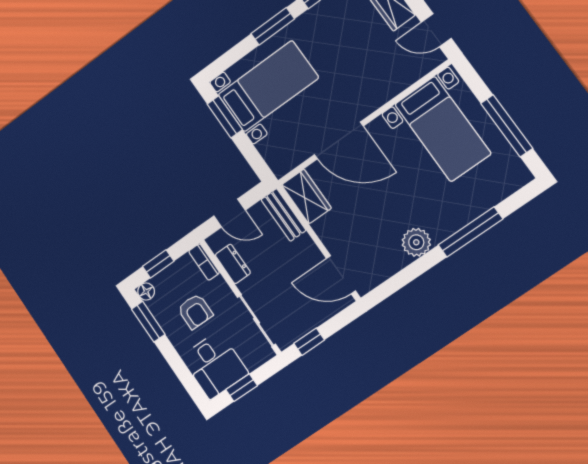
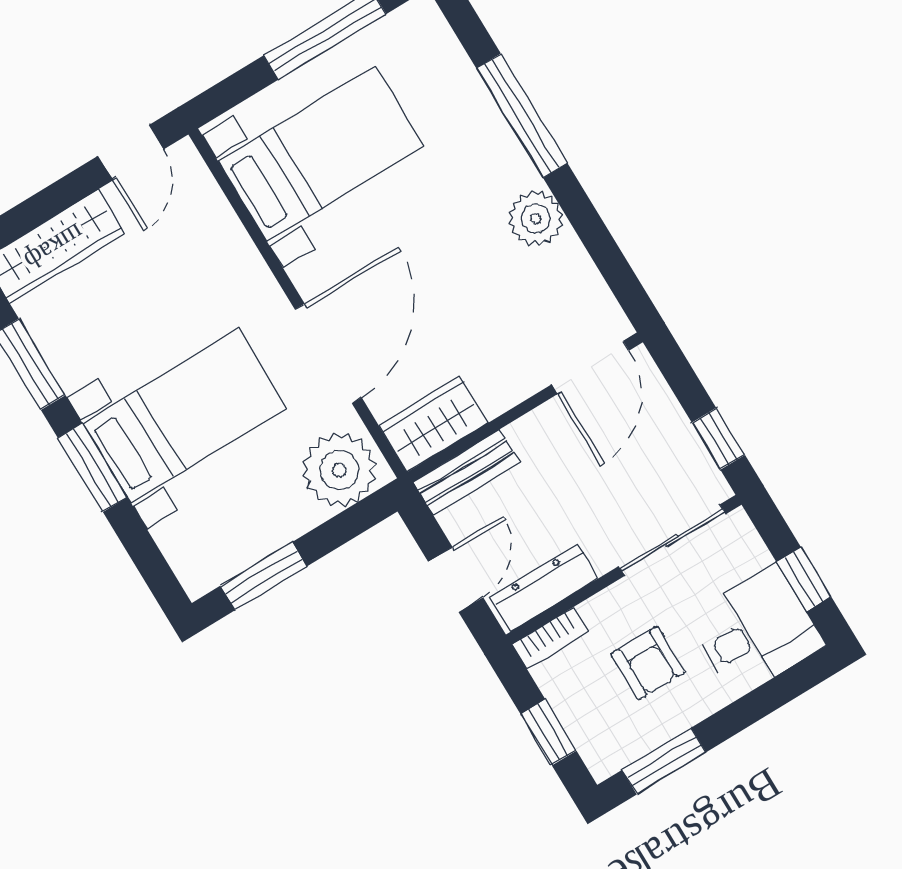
bed with nightstands: (268, 86) -> (185, 416), moved, turned 90
plant: (280, 151) -> (339, 470), added
dresser: (233, 264) -> (544, 588), width x1.44
floor lamp: (146, 292) -> (603, 761), removed
armchair: (195, 311) -> (648, 663), turned 90

